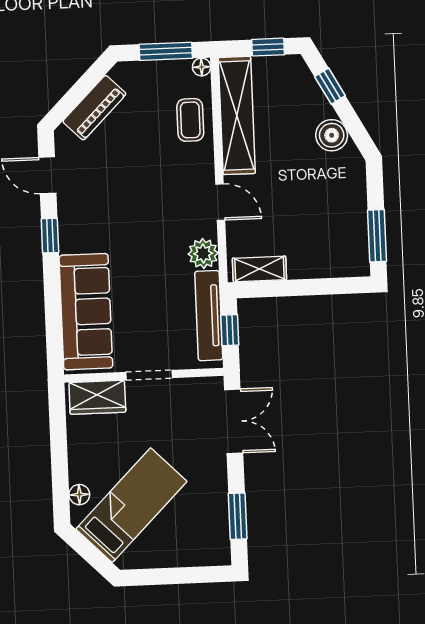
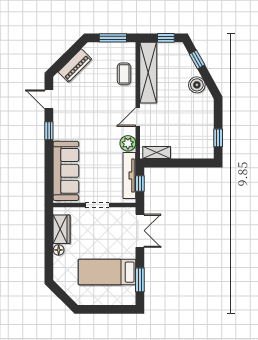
floor lamp: (202, 67) -> (131, 47), removed
door: (220, 202) -> (138, 117), swing flipped
window: (377, 236) -> (218, 138), width x0.67
wardrobe: (97, 397) -> (62, 229), moved, turned -90
floor lamp: (79, 495) -> (59, 250), moved
bed: (131, 505) -> (107, 272), moved, turned -135

